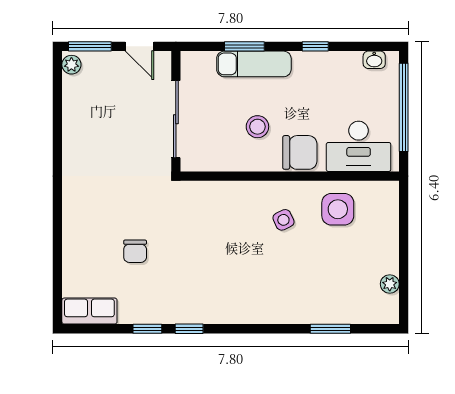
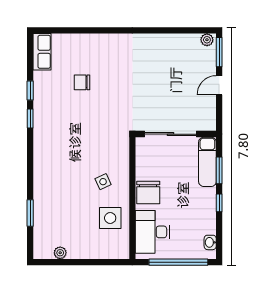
window: (244, 46) -> (219, 170), moved
wall: (176, 111) -> (176, 134), moved
sliding door: (176, 119) -> (170, 134), moved
stool: (257, 127) -> (165, 164), removed

